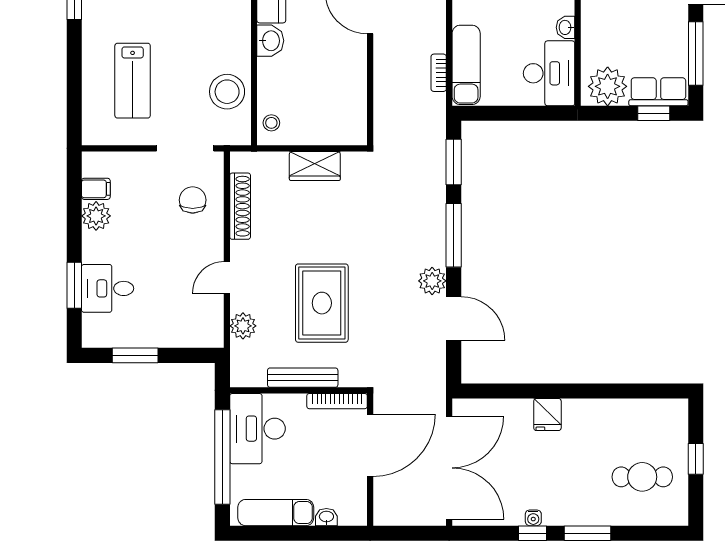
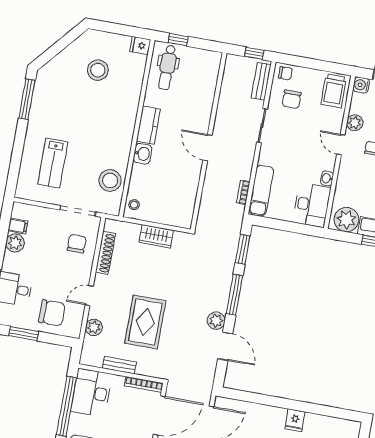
chair: (173, 315) -> (52, 313), added
bench: (303, 378) -> (119, 365), width x0.73
fridge: (547, 415) -> (295, 420), moved

